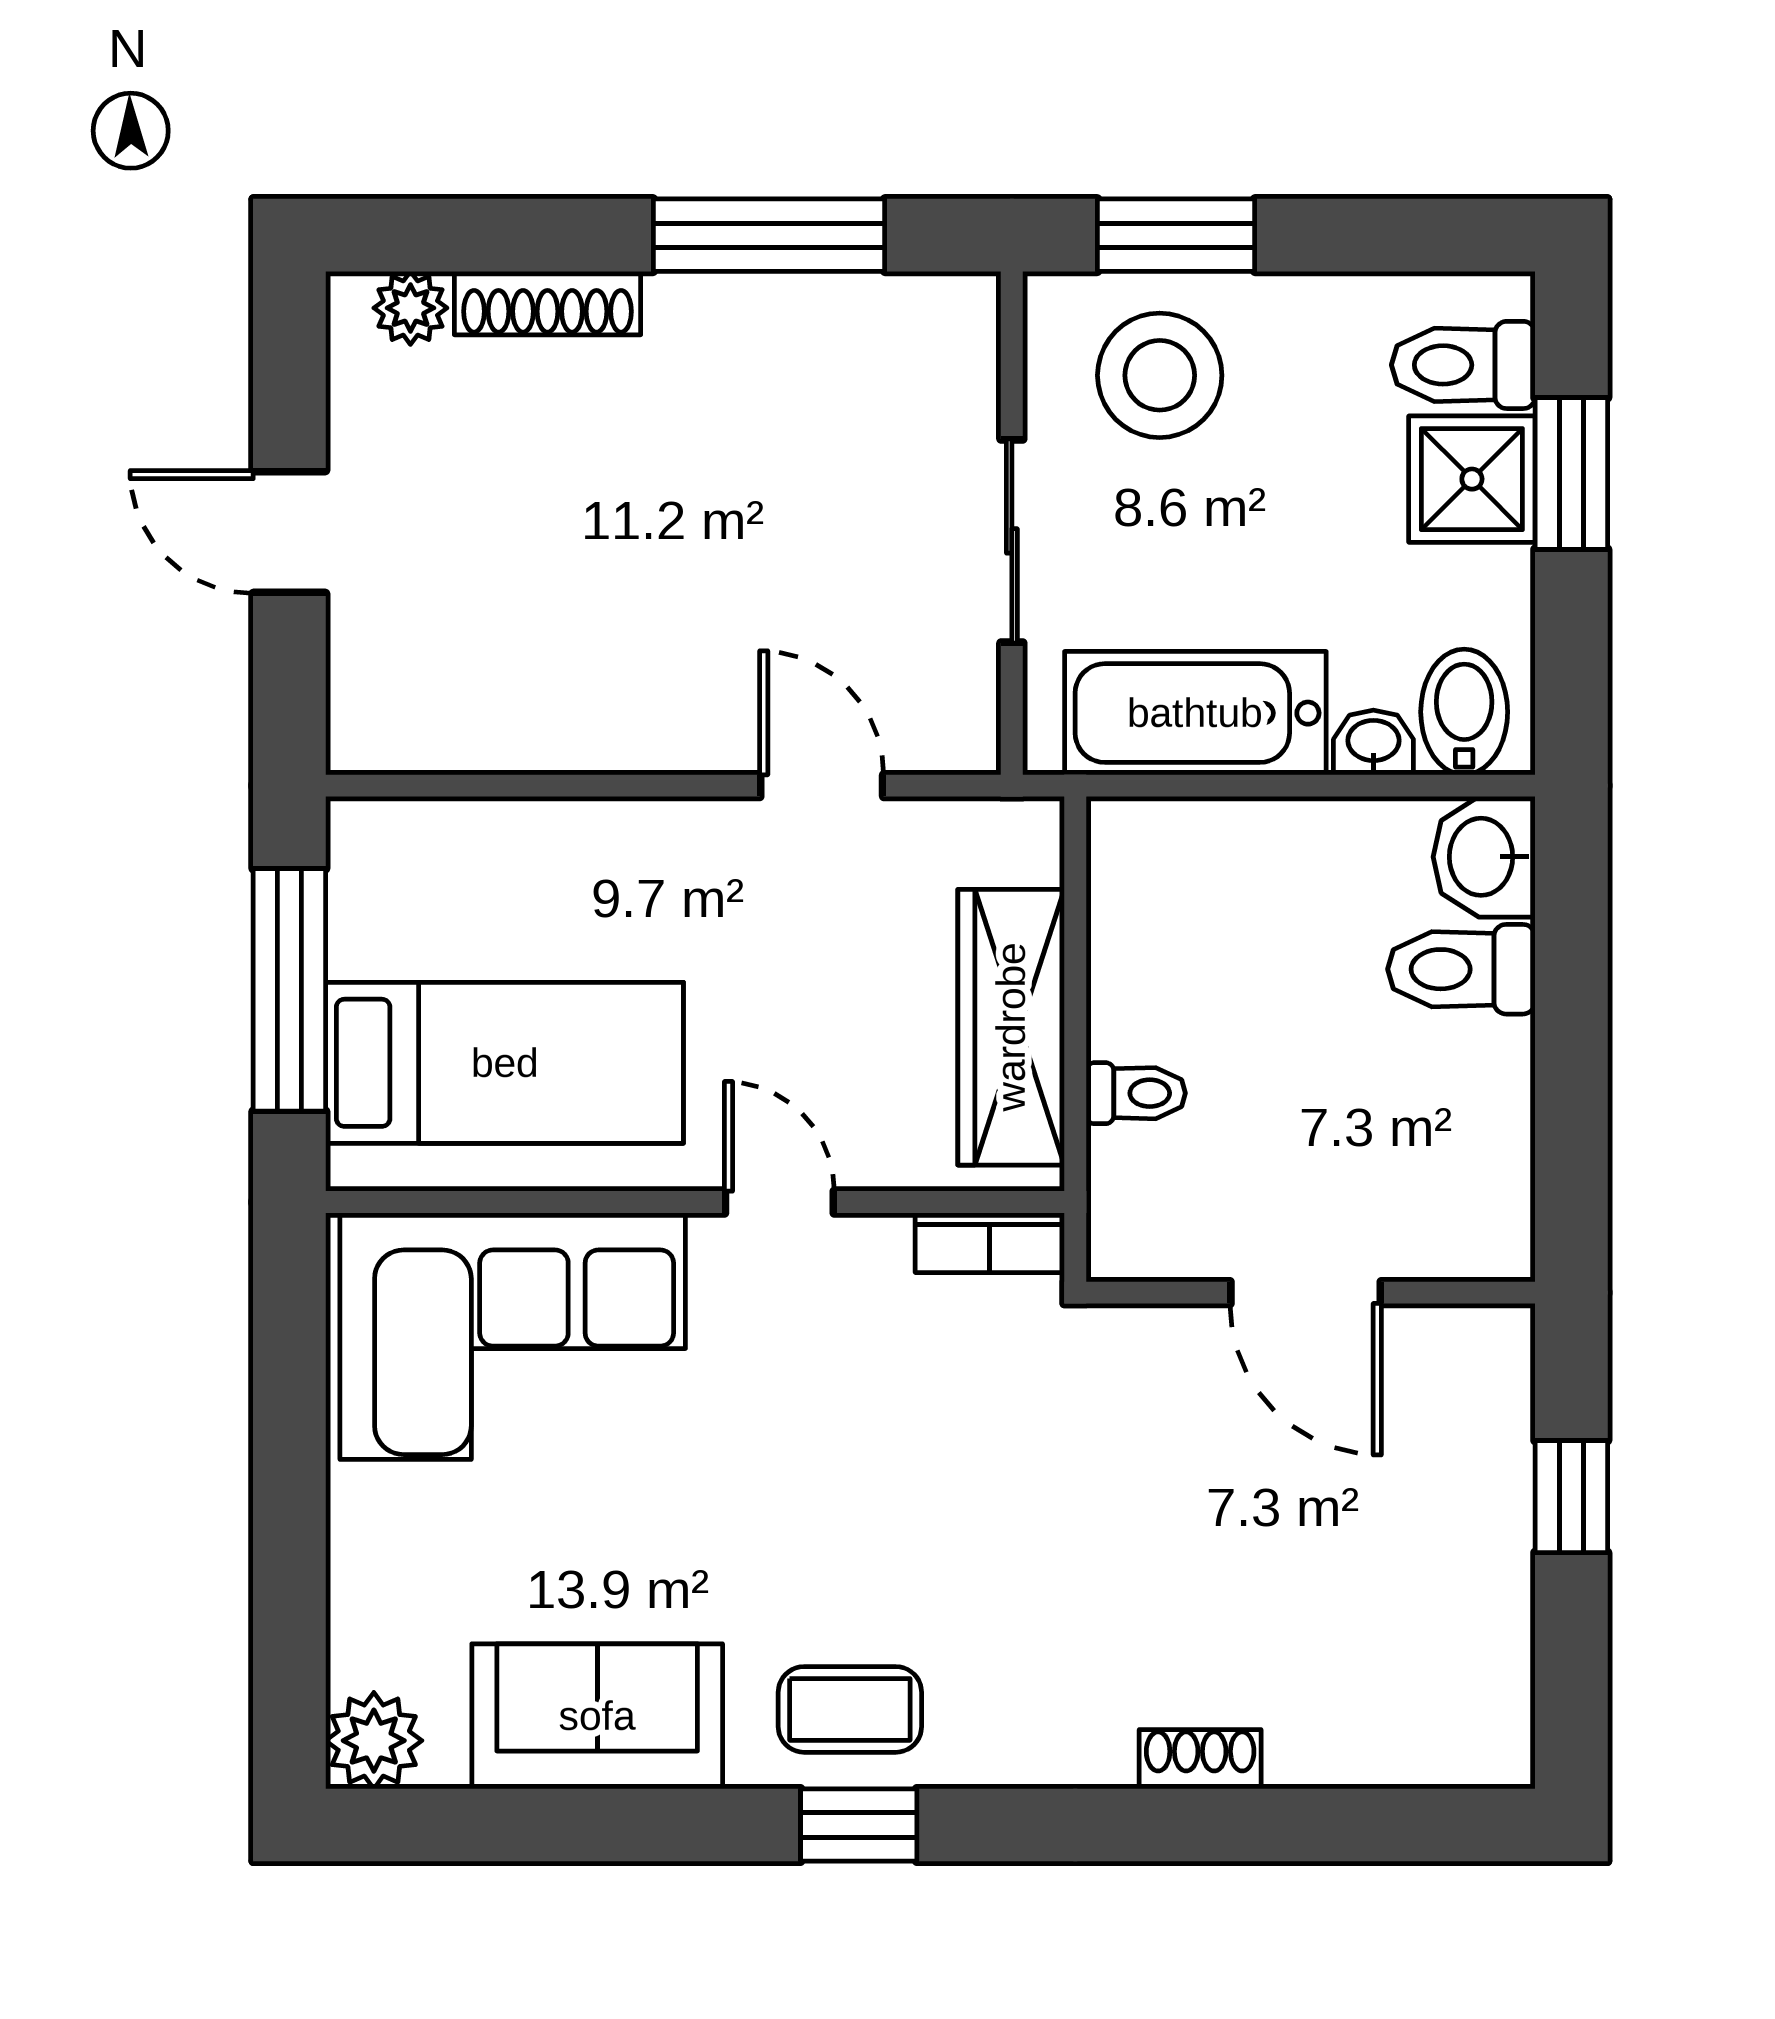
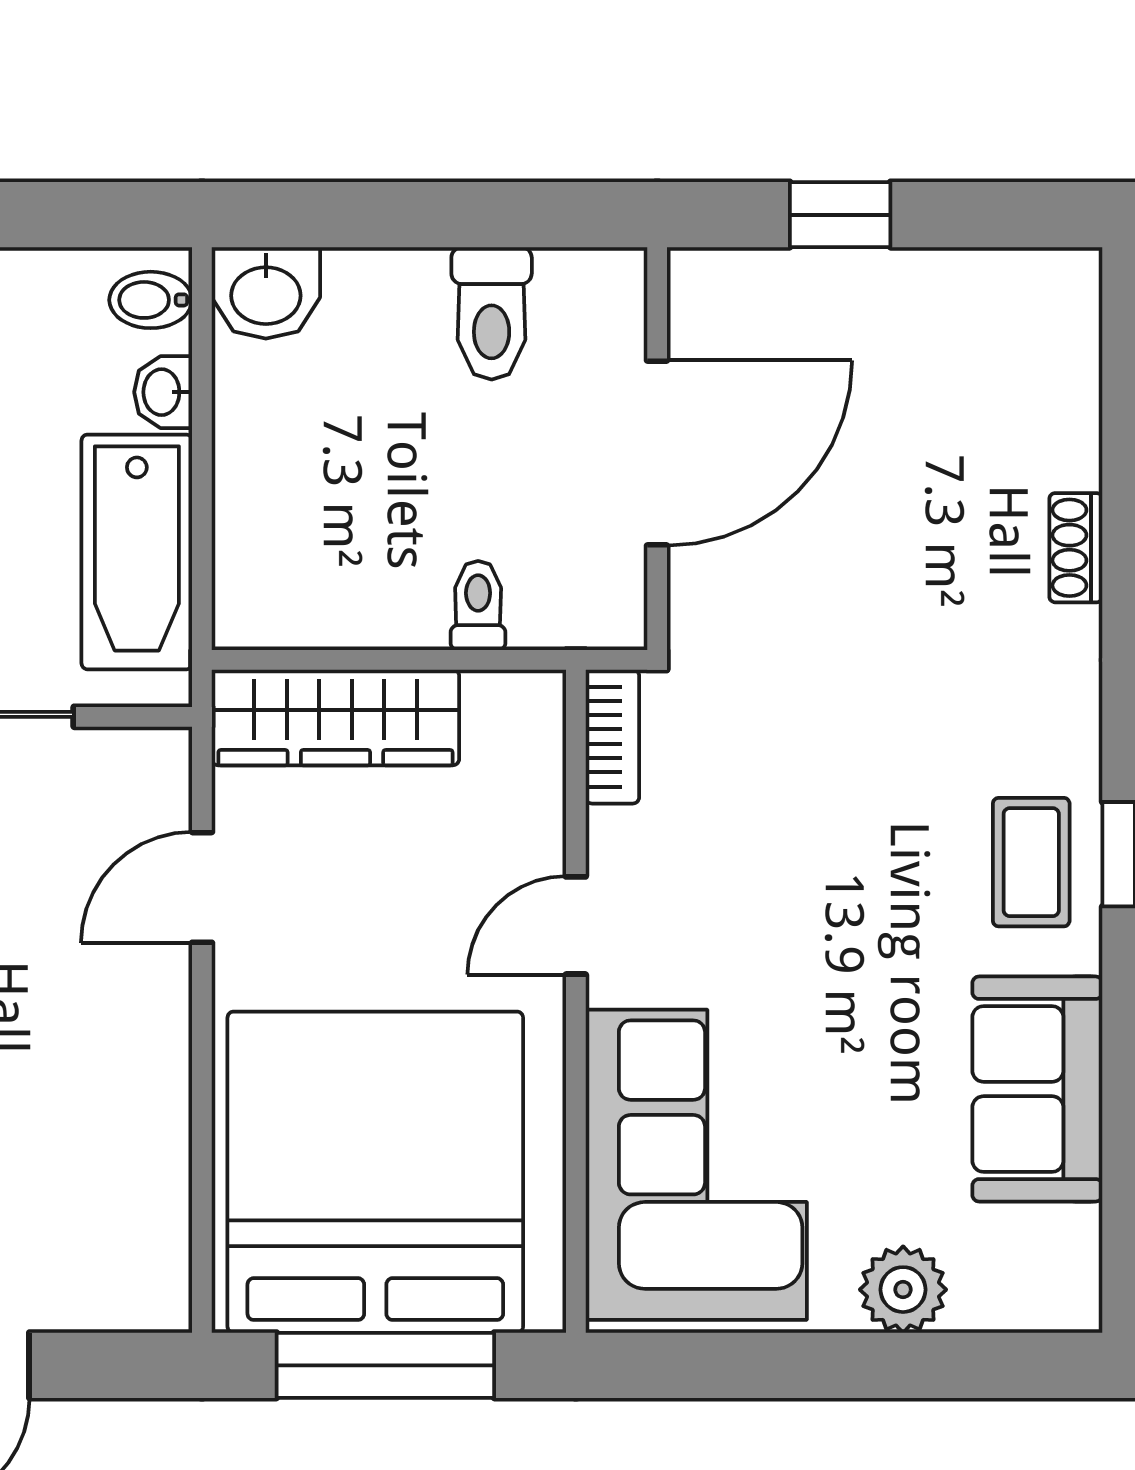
bidet: (1464, 712) -> (151, 300), width x0.72, depth x0.74
toilet: (1461, 969) -> (492, 313), moved
wardrobe: (1011, 1027) -> (335, 717), moved
bed: (505, 1063) -> (375, 1172), width x2.04
door: (1306, 1293) -> (657, 453), width x1.36
plant: (374, 1741) -> (903, 1290), moved

